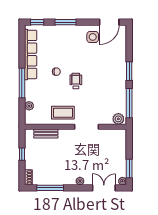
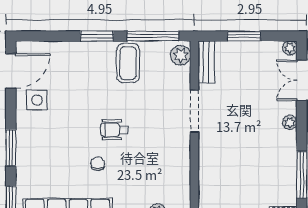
door: (109, 22) -> (11, 71), hinge flipped
coffee table: (63, 113) -> (128, 63), moved
bench: (46, 133) -> (206, 62), moved
window: (129, 169) -> (244, 36), moved

